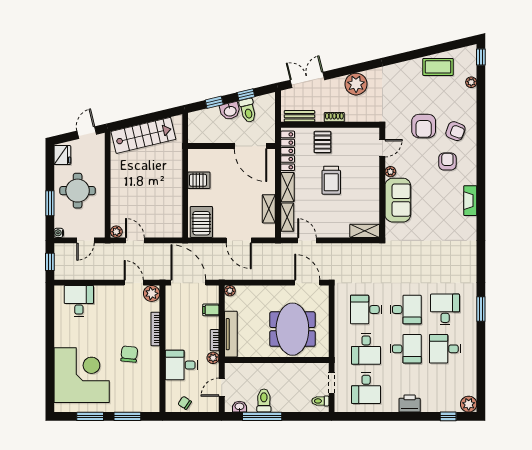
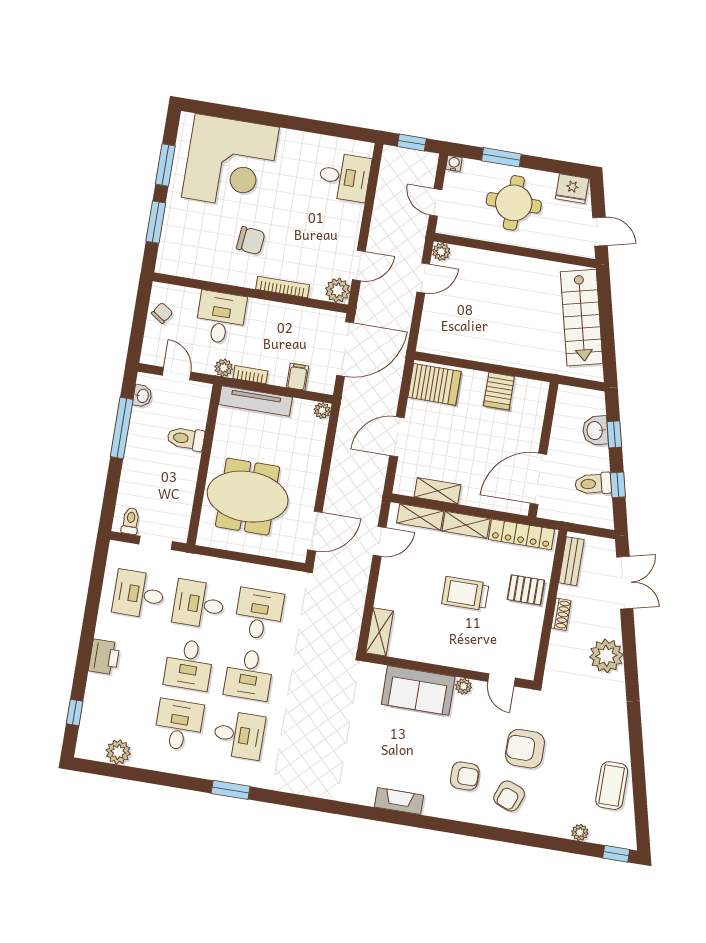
washbasin: (230, 111) -> (595, 431), moved
toilet: (264, 401) -> (186, 439), moved, turned 180
plant: (469, 404) -> (118, 752), moved

